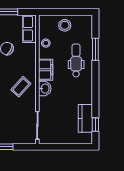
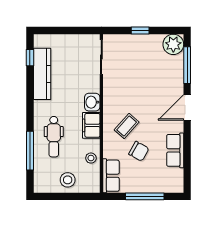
window: (95, 49) -> (30, 151), width x1.44
coffee table: (21, 87) -> (127, 126), moved
kitchen counter: (85, 118) -> (42, 74), width x1.50

